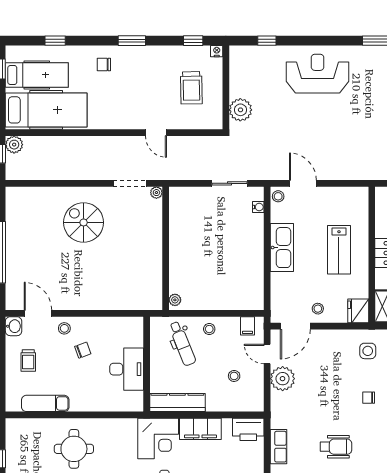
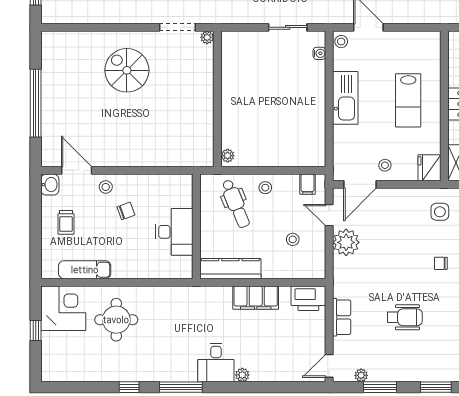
corner desk: (158, 438) -> (63, 308), moved, turned -90

